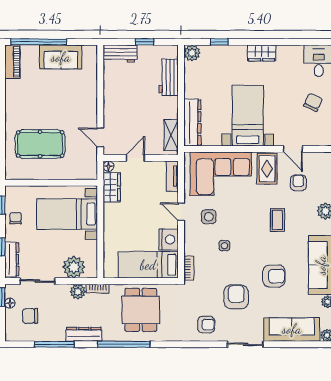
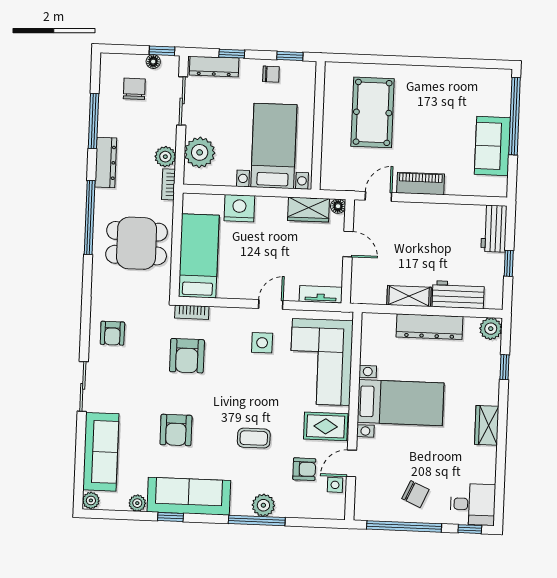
piano: (12, 62) -> (421, 183), moved, turned 180
dresser: (192, 122) -> (429, 327), moved
shelving: (171, 135) -> (409, 296), moved
nightstand: (168, 240) -> (239, 208), moved, turned 180
side table: (224, 246) -> (335, 485), moved
armchair: (236, 297) -> (187, 356), moved, turned 90

